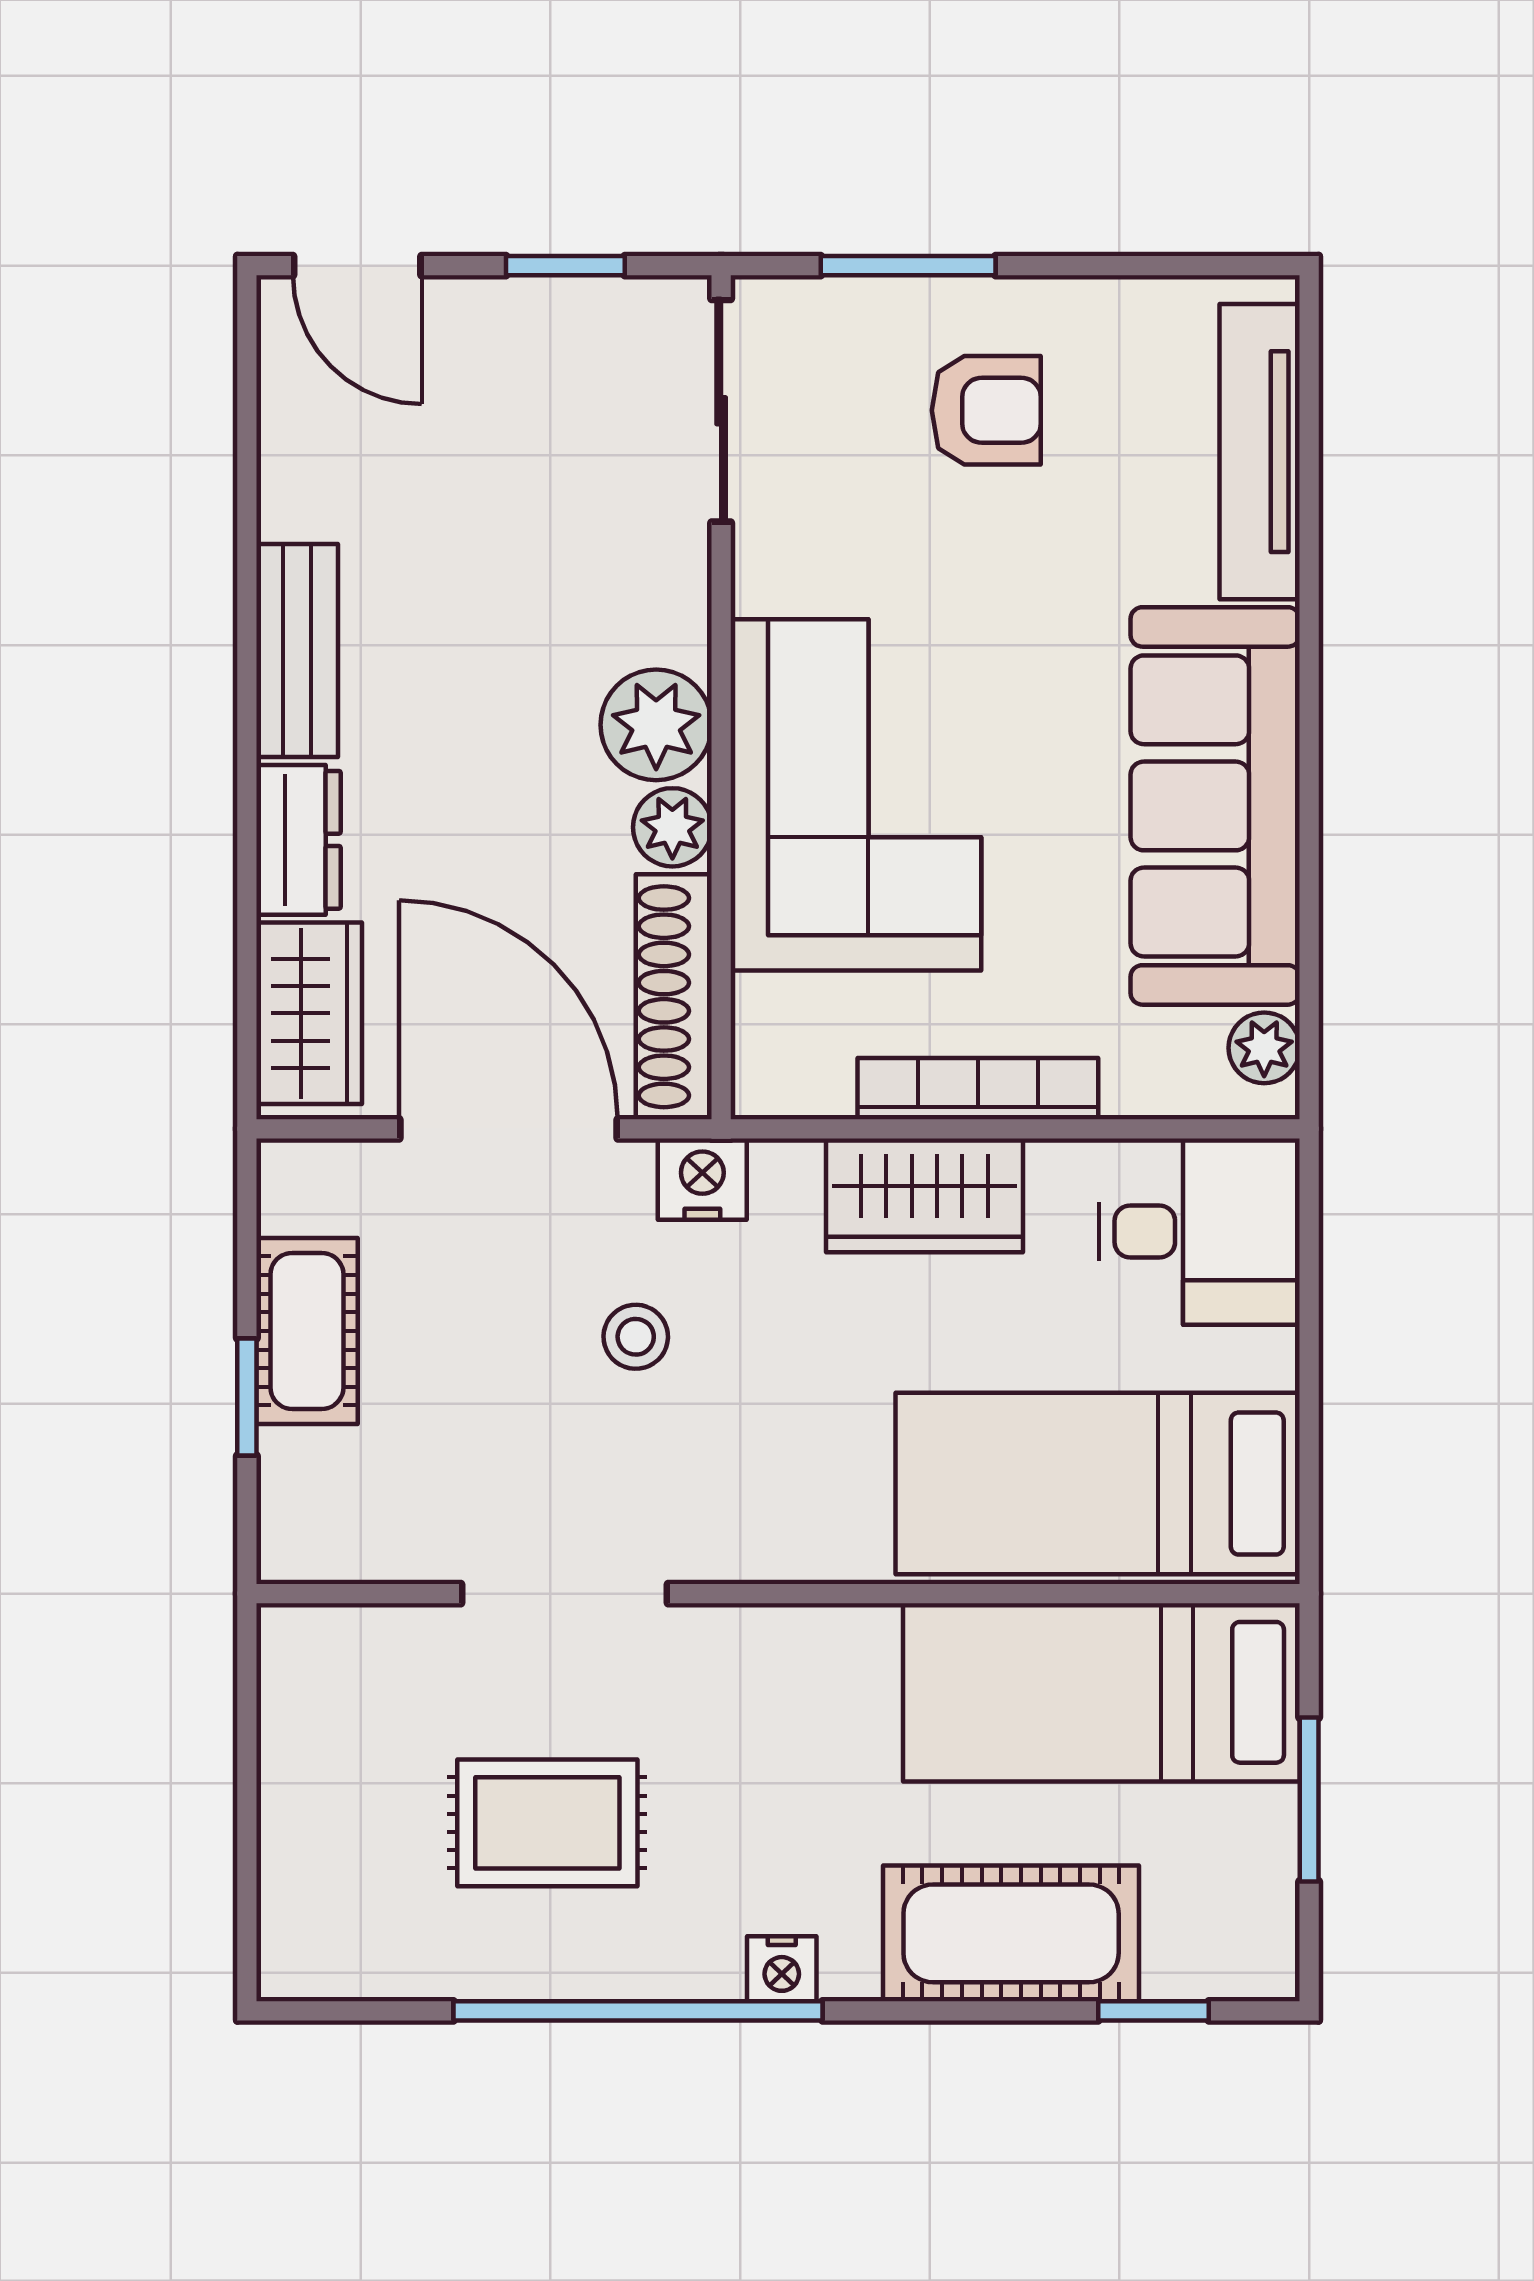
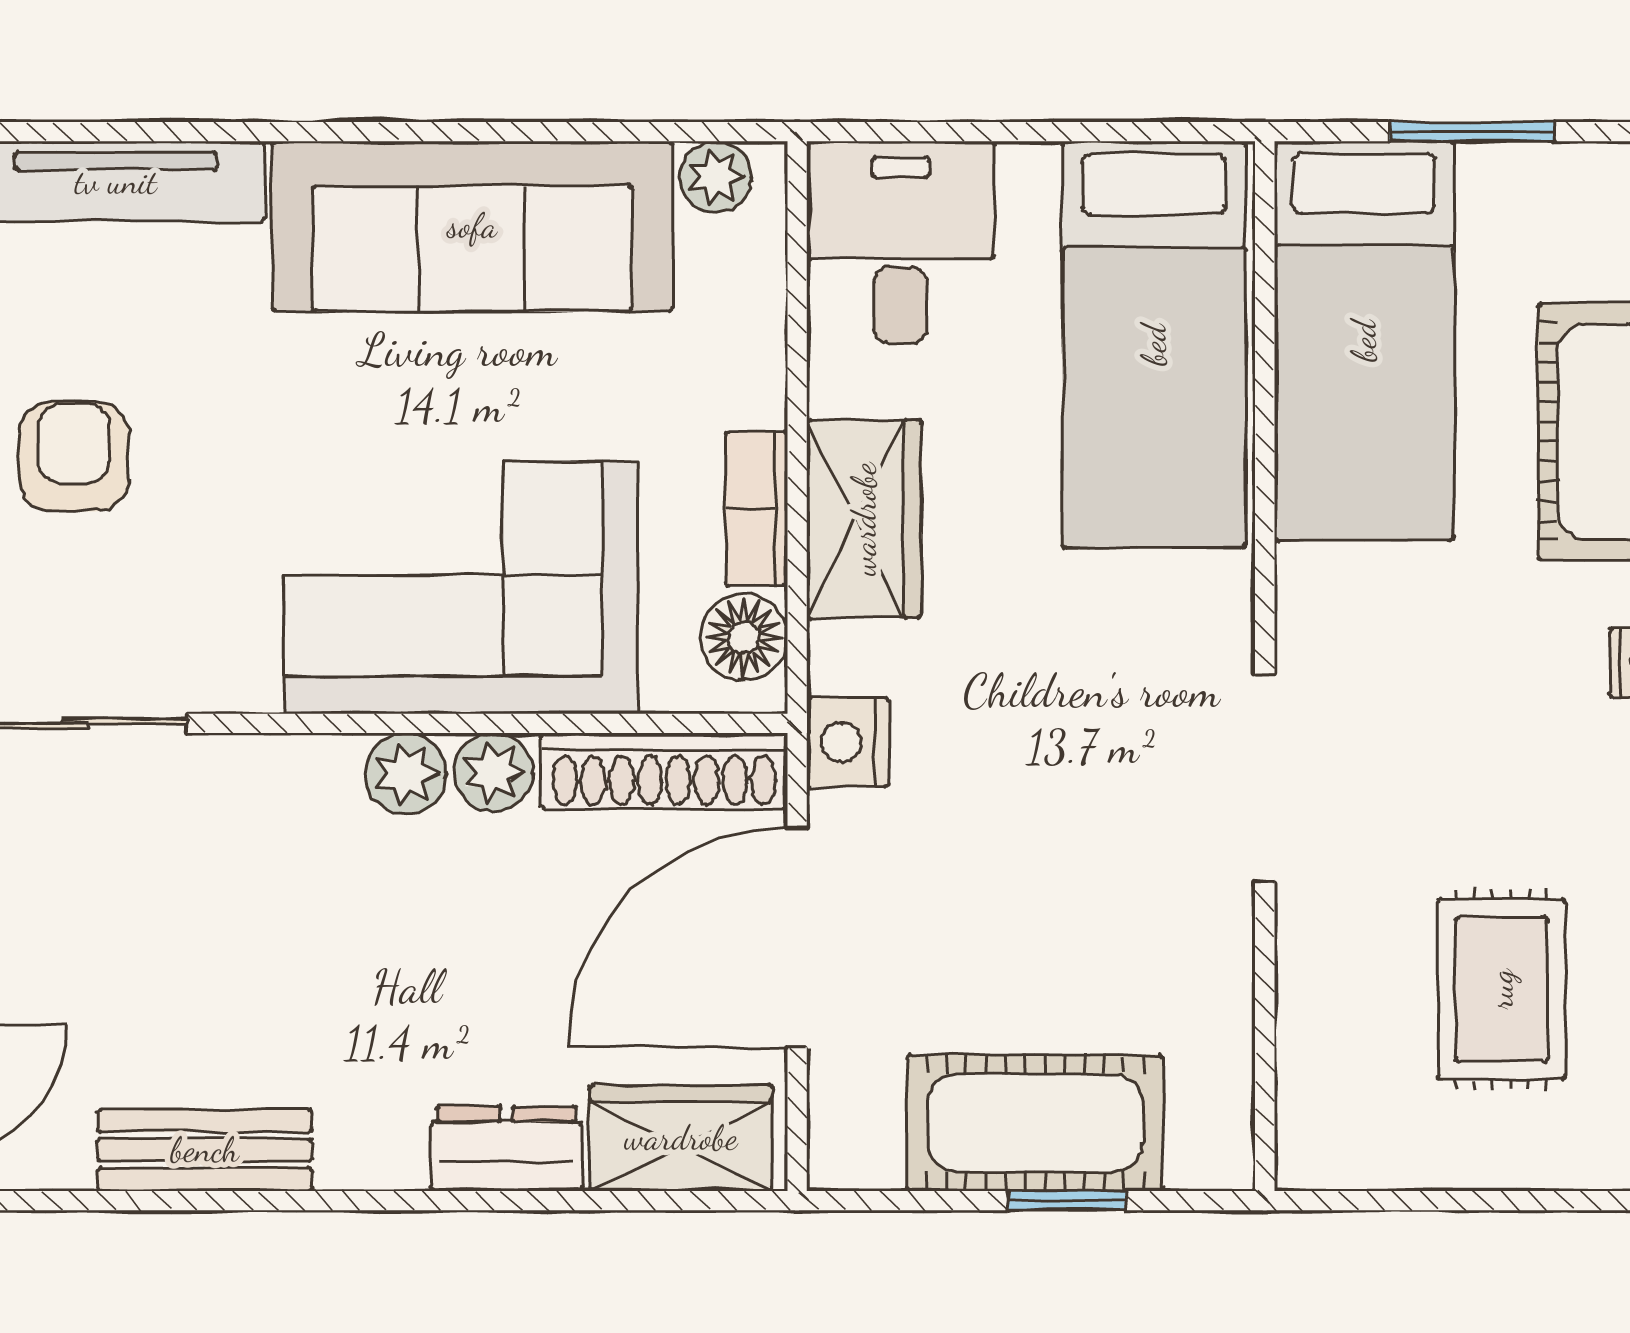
bench: (297, 651) -> (205, 1150), moved
plant: (656, 725) -> (406, 774), width x0.73, depth x0.73
floor lamp: (807, 1076) -> (744, 637), added
bookcase: (978, 1089) -> (757, 509), width x0.64
cot: (307, 1331) -> (1035, 1123), width x1.37, depth x1.34
stool: (636, 1337) -> (1006, 809), removed
doorway: (565, 1594) -> (1265, 778), moved
rug: (547, 1823) -> (1501, 989), moved

